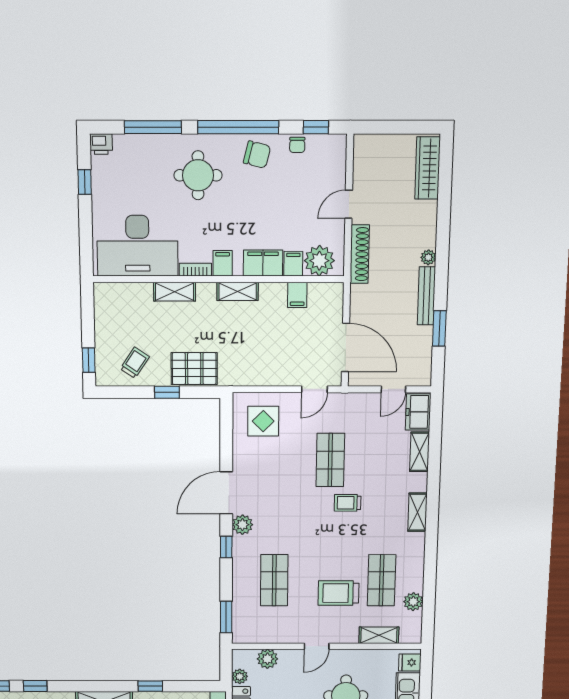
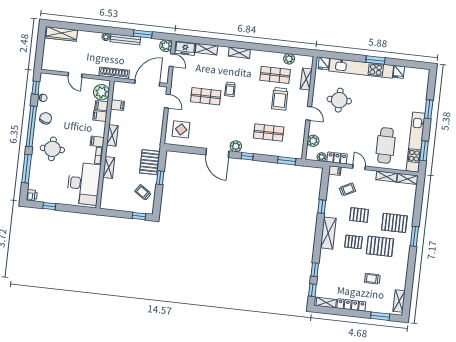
shoe rack: (360, 254) -> (114, 73), moved
filing cabinet: (263, 263) -> (100, 116), width x0.50
plant: (420, 375) -> (166, 46), added

